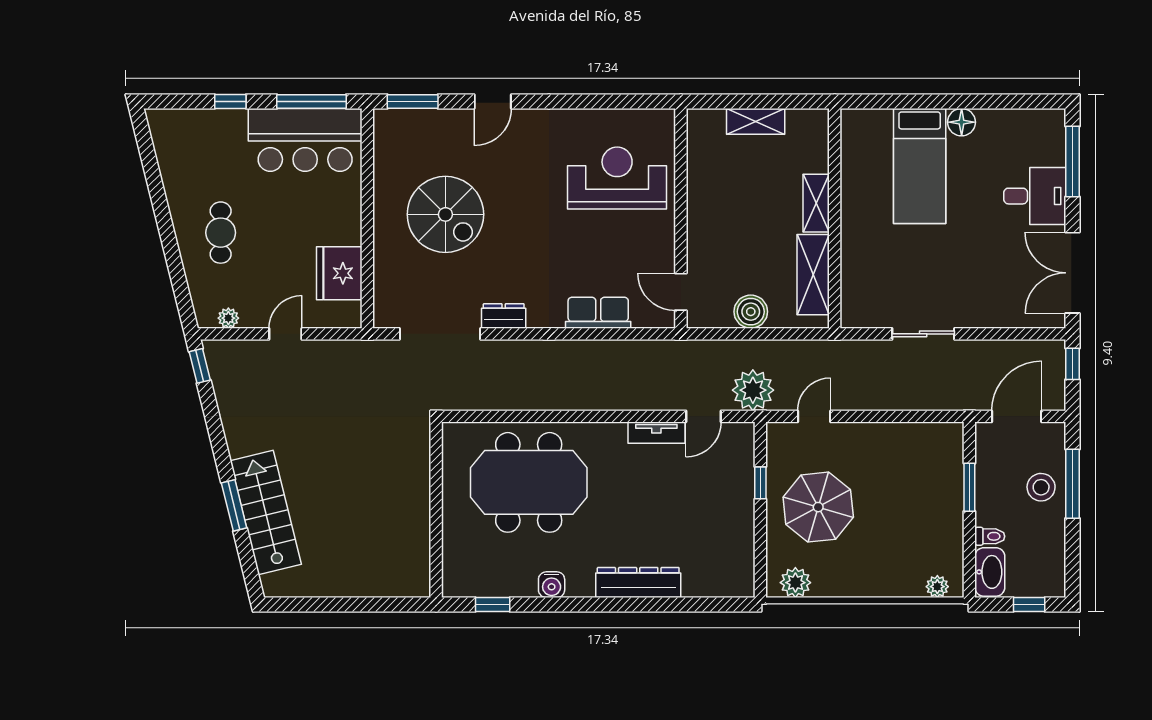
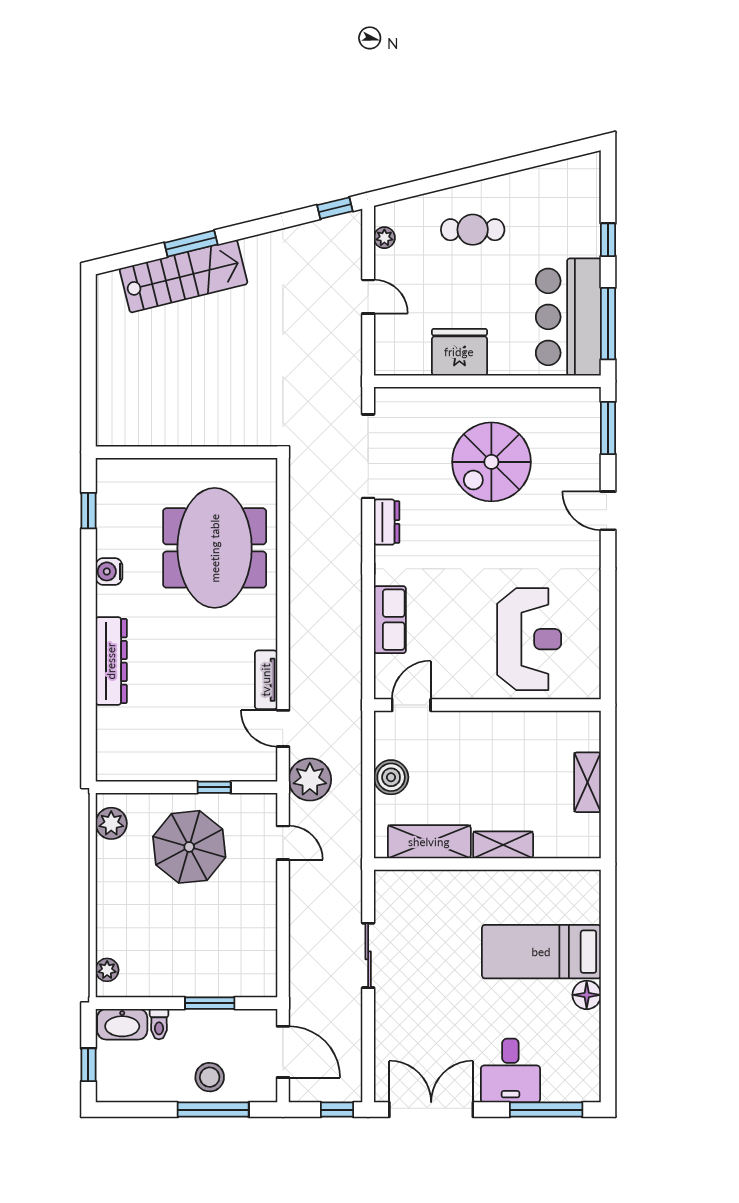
fridge: (339, 273) -> (459, 352), moved

